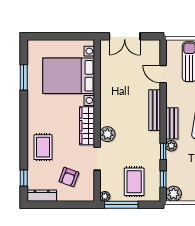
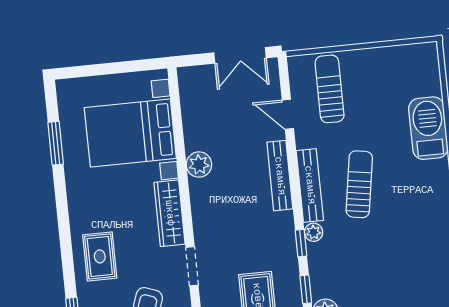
double door: (125, 36) -> (240, 55), moved
bench: (172, 123) -> (310, 185), width x1.36
plant: (107, 134) -> (199, 165), moved

